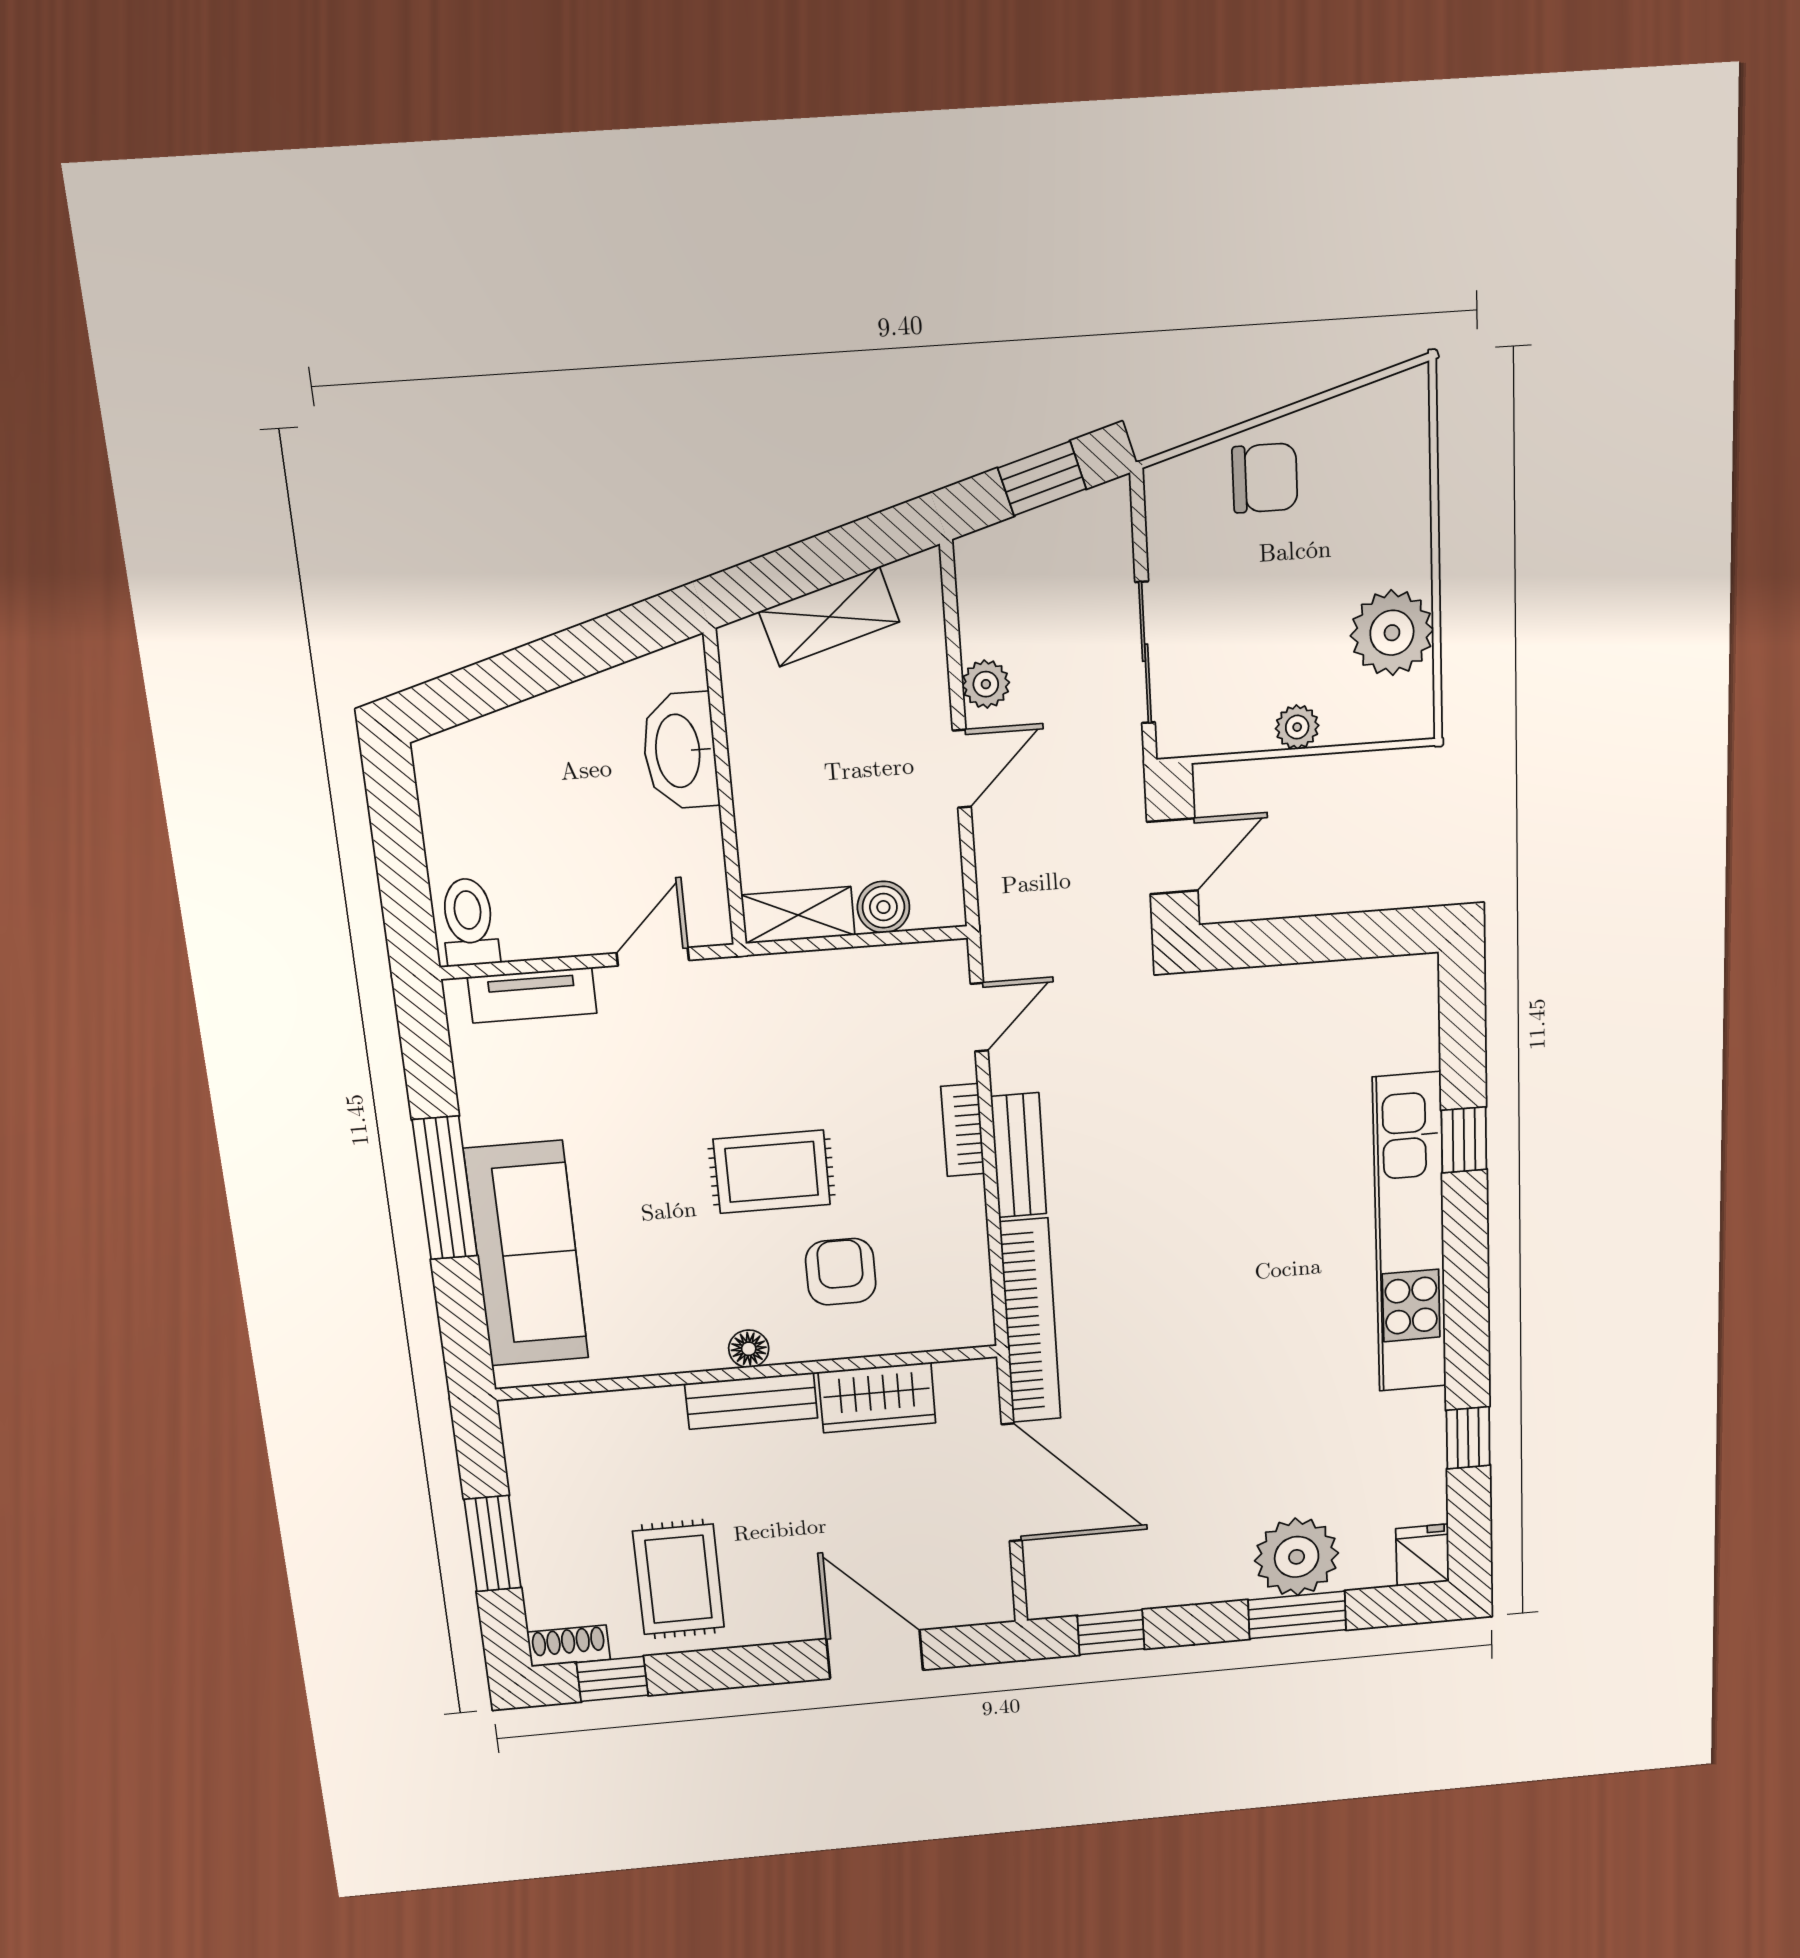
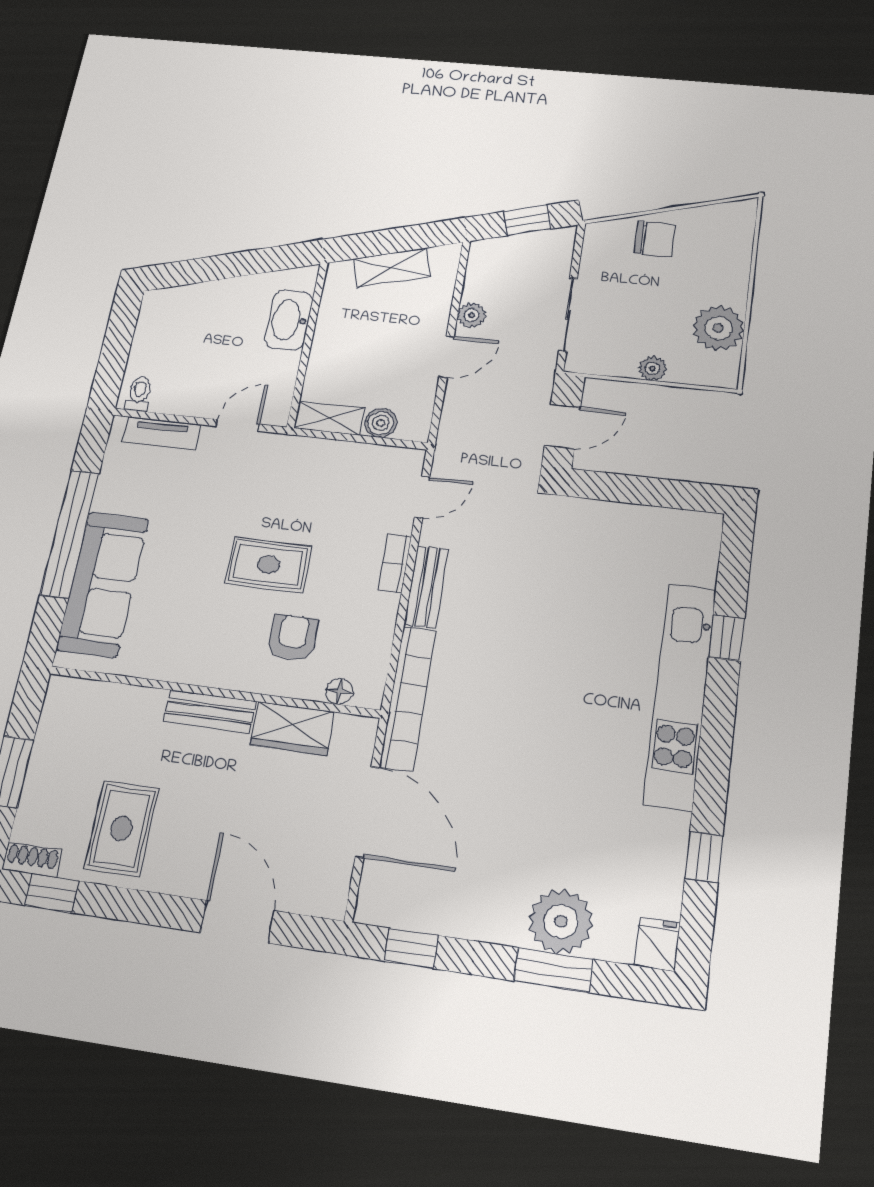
toilet: (469, 922) -> (139, 394), width x0.73, depth x0.72
window: (445, 1188) -> (70, 534), width x1.46
floor lamp: (749, 1349) -> (339, 691), moved

